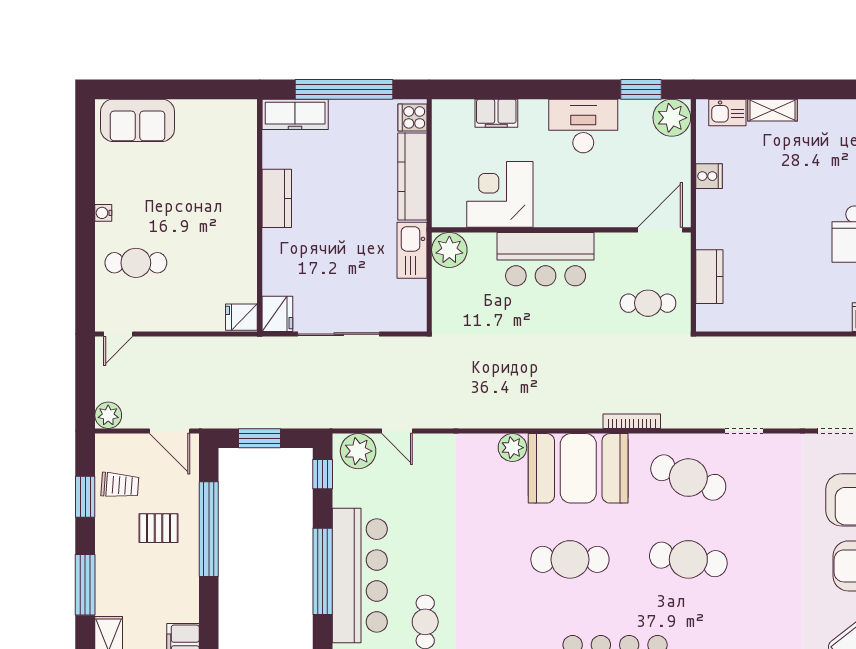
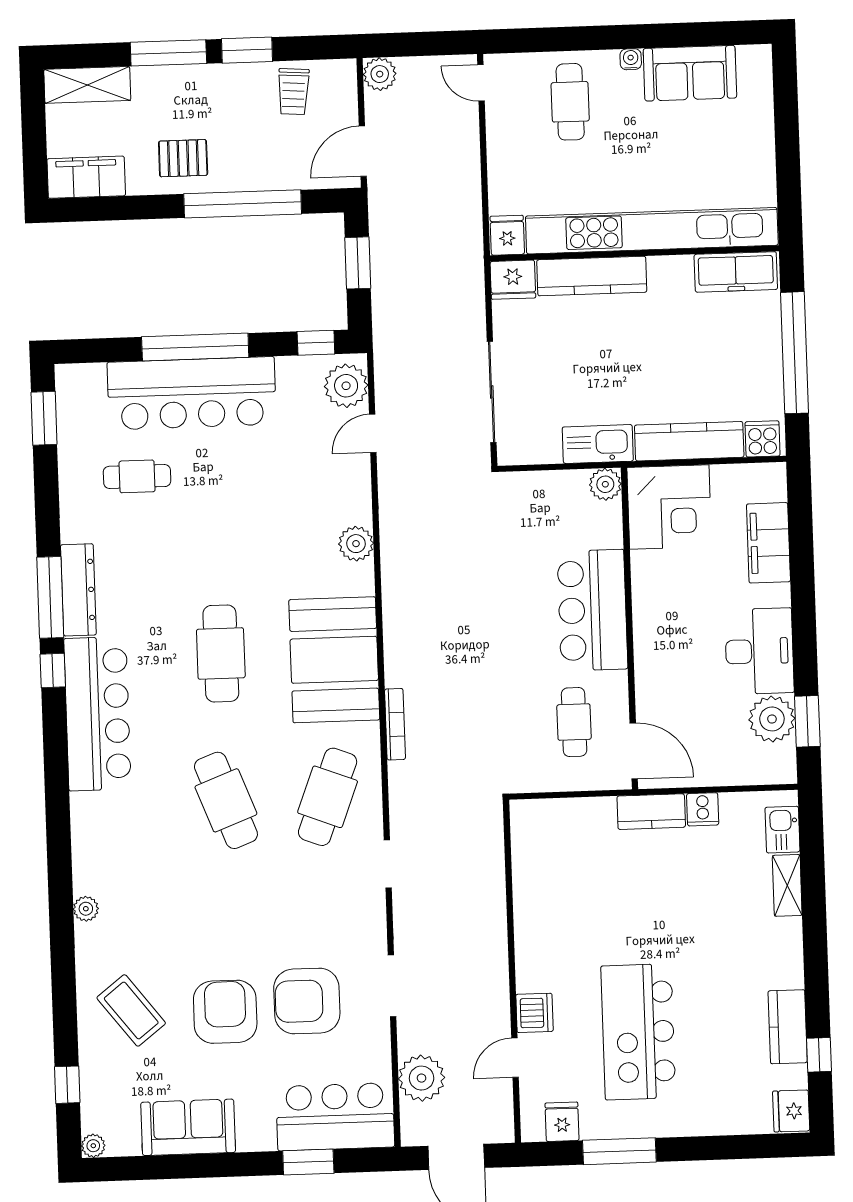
filing cabinet: (496, 113) -> (768, 543), width x1.50, depth x1.17
freezer: (295, 114) -> (736, 272), moved, turned -90
plant: (672, 118) -> (772, 719), moved
sofa: (138, 120) -> (690, 73), moved, turned -90
corner desk: (500, 194) -> (669, 507), moved, turned 90
kitchen counter: (277, 198) -> (592, 276), moved, width x1.50
kitchen unit: (242, 201) -> (652, 231), added
plant: (449, 250) -> (605, 484), width x0.73, depth x0.73
kitchen counter: (709, 277) -> (651, 812), moved
cafe table: (648, 303) -> (574, 722), moved
sliding door: (339, 334) -> (492, 392), moved
plant: (512, 448) -> (356, 544), moved
window: (85, 497) -> (247, 50), moved
pallet: (159, 528) -> (183, 158), moved, turned 90
cafe table: (688, 559) -> (226, 800), turned -30

